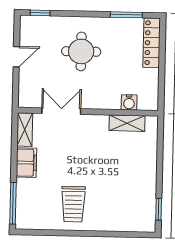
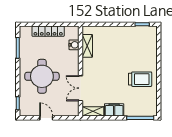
locker: (152, 43) -> (48, 31), moved
round table: (81, 51) -> (42, 76), width x1.36, depth x1.36

